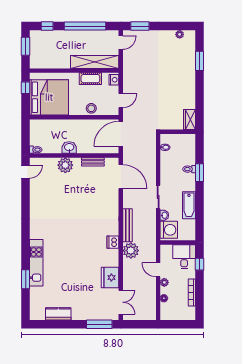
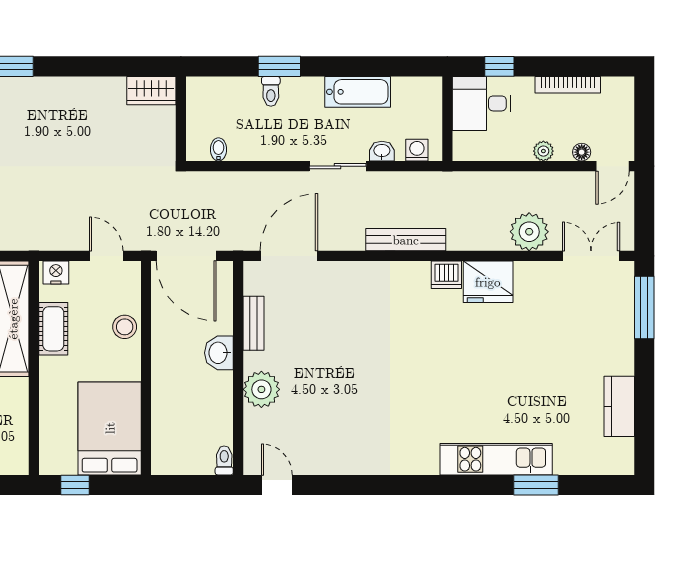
bed: (49, 97) -> (110, 428), width x0.73
washbasin: (69, 147) -> (219, 353), moved
washing machine: (169, 230) -> (417, 150), width x0.53, depth x0.53
plant: (131, 251) -> (529, 232), moved
door: (158, 270) -> (612, 166), moved
fridge: (110, 278) -> (488, 282), moved

